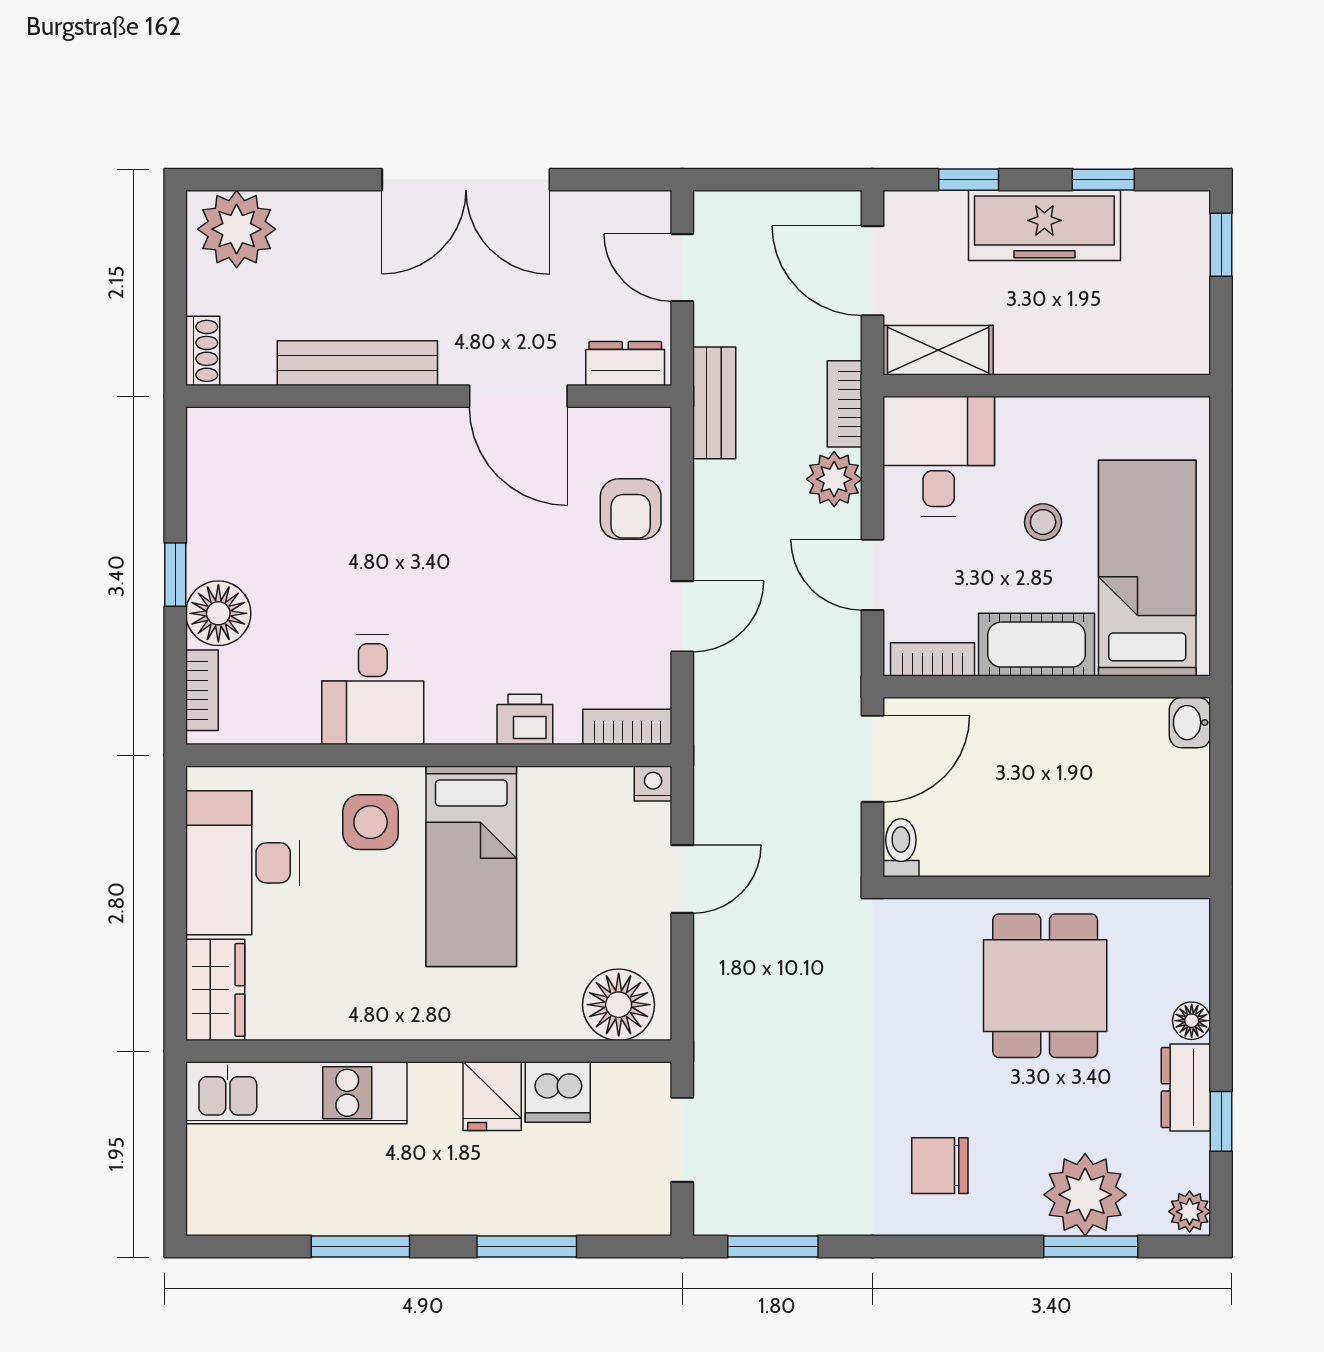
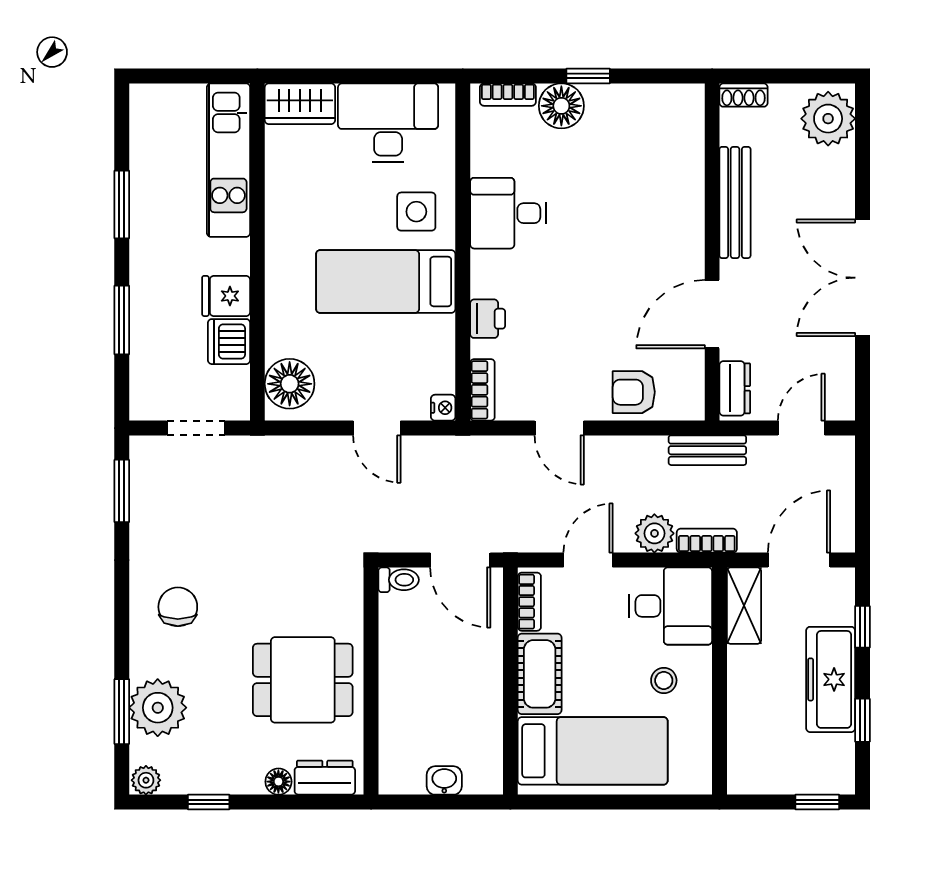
stool: (1043, 522) -> (664, 680), moved
washbasin: (1190, 723) -> (444, 780), moved
dresser: (1186, 1087) -> (325, 778), moved

